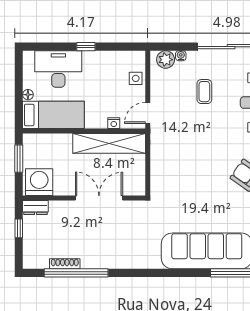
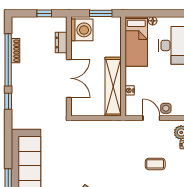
door: (148, 113) -> (151, 118), moved
dresser: (35, 208) -> (61, 43), moved
window: (127, 273) -> (8, 101), added

